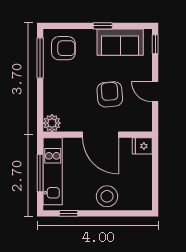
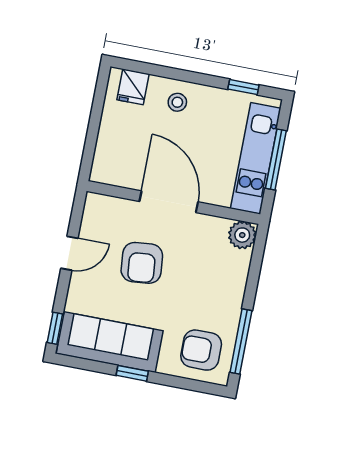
sofa: (120, 42) -> (110, 342), width x1.36
door: (155, 92) -> (69, 253), hinge flipped
fridge: (142, 146) -> (133, 87), moved, turned 90
stool: (107, 196) -> (177, 102), width x0.53, depth x0.53

